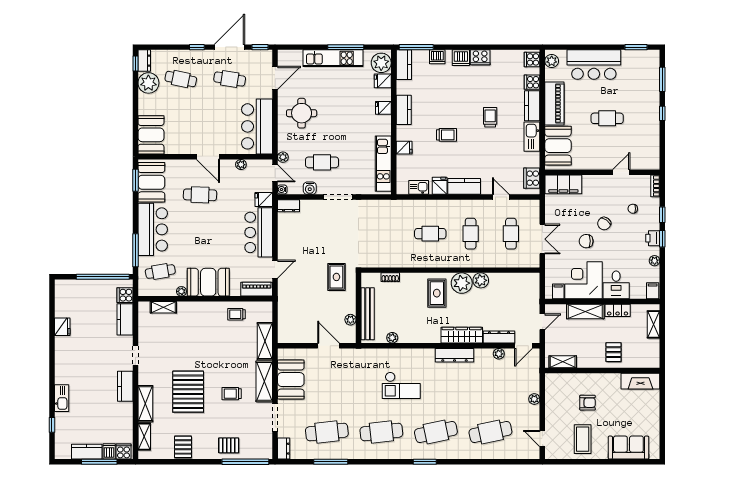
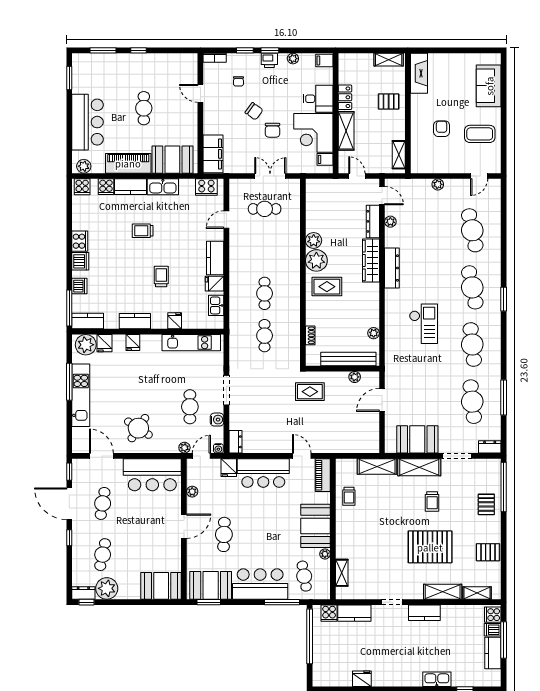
round table: (302, 113) -> (138, 428), turned 33
cafe table: (471, 234) -> (265, 336), moved, turned 90
shelving: (654, 324) -> (389, 60), moved

